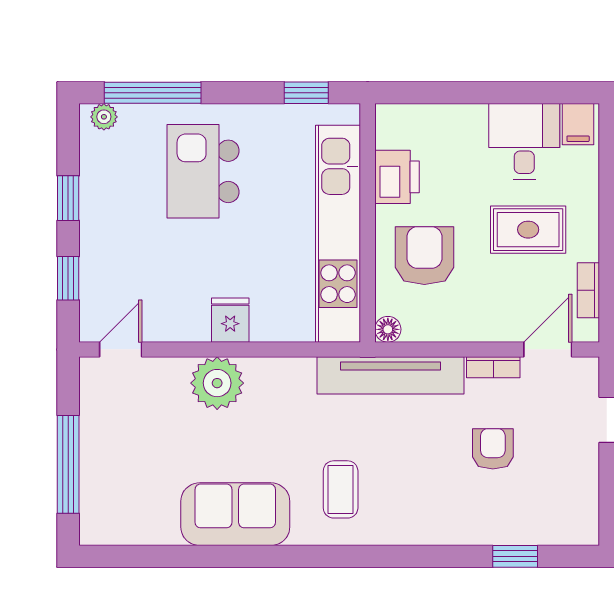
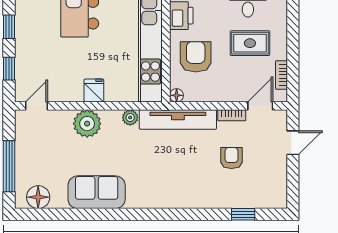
plant: (299, 372) -> (130, 118), added
coffee table: (341, 489) -> (152, 179), removed
floor lamp: (124, 524) -> (38, 197), added

